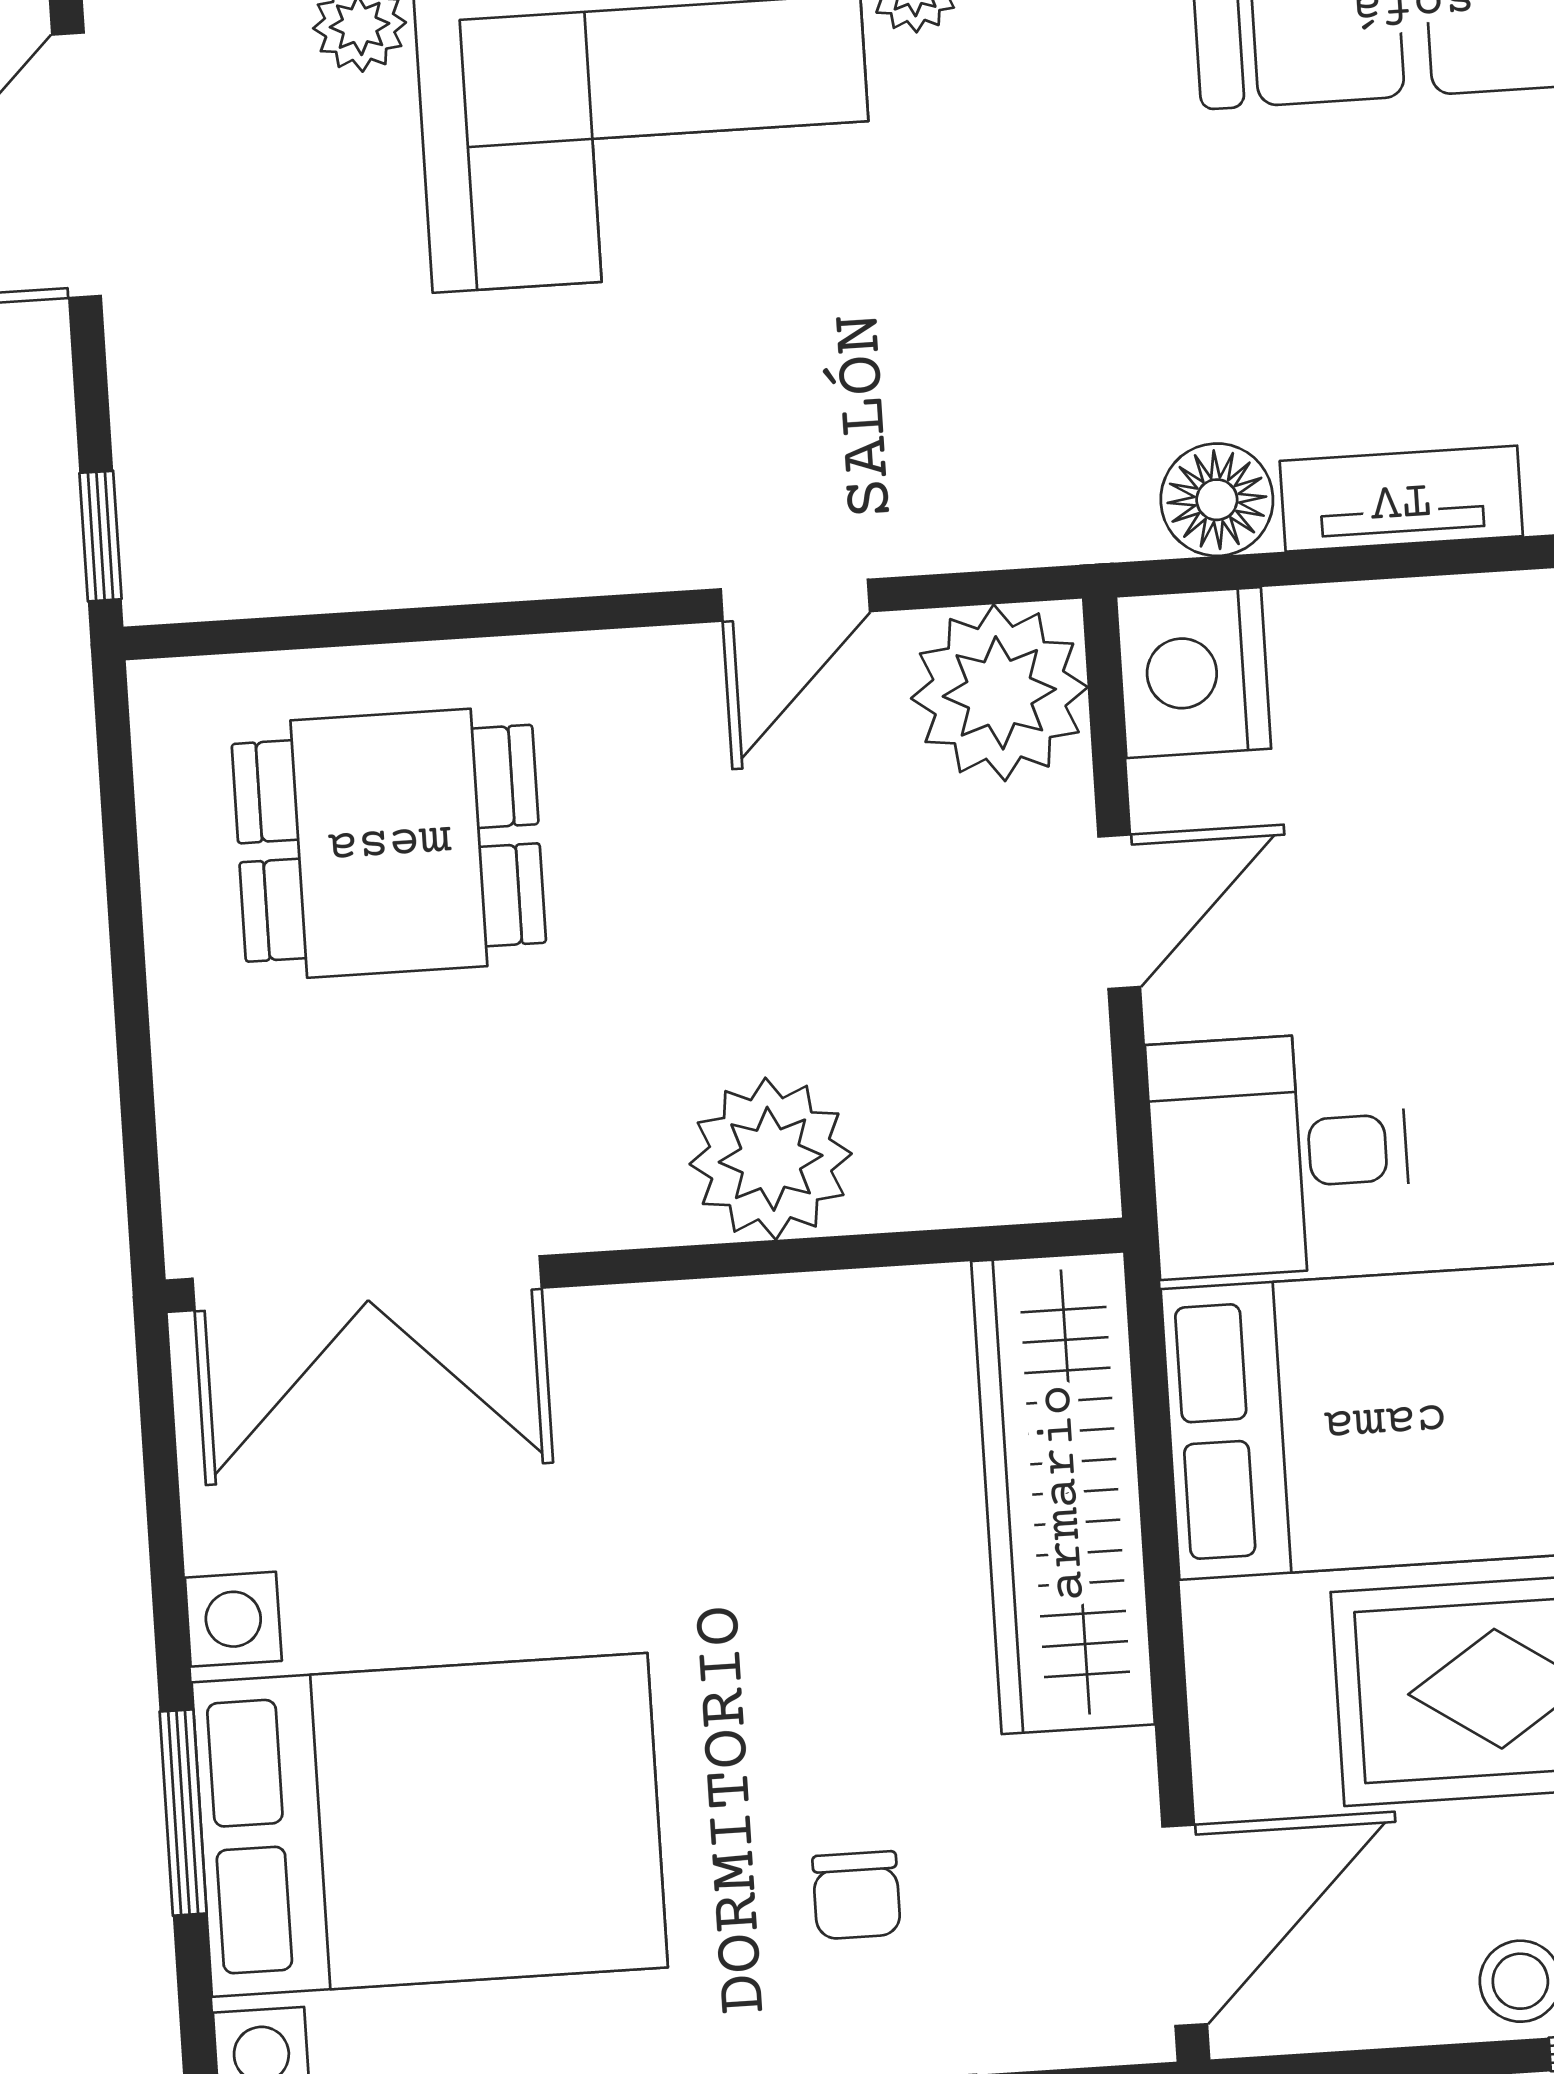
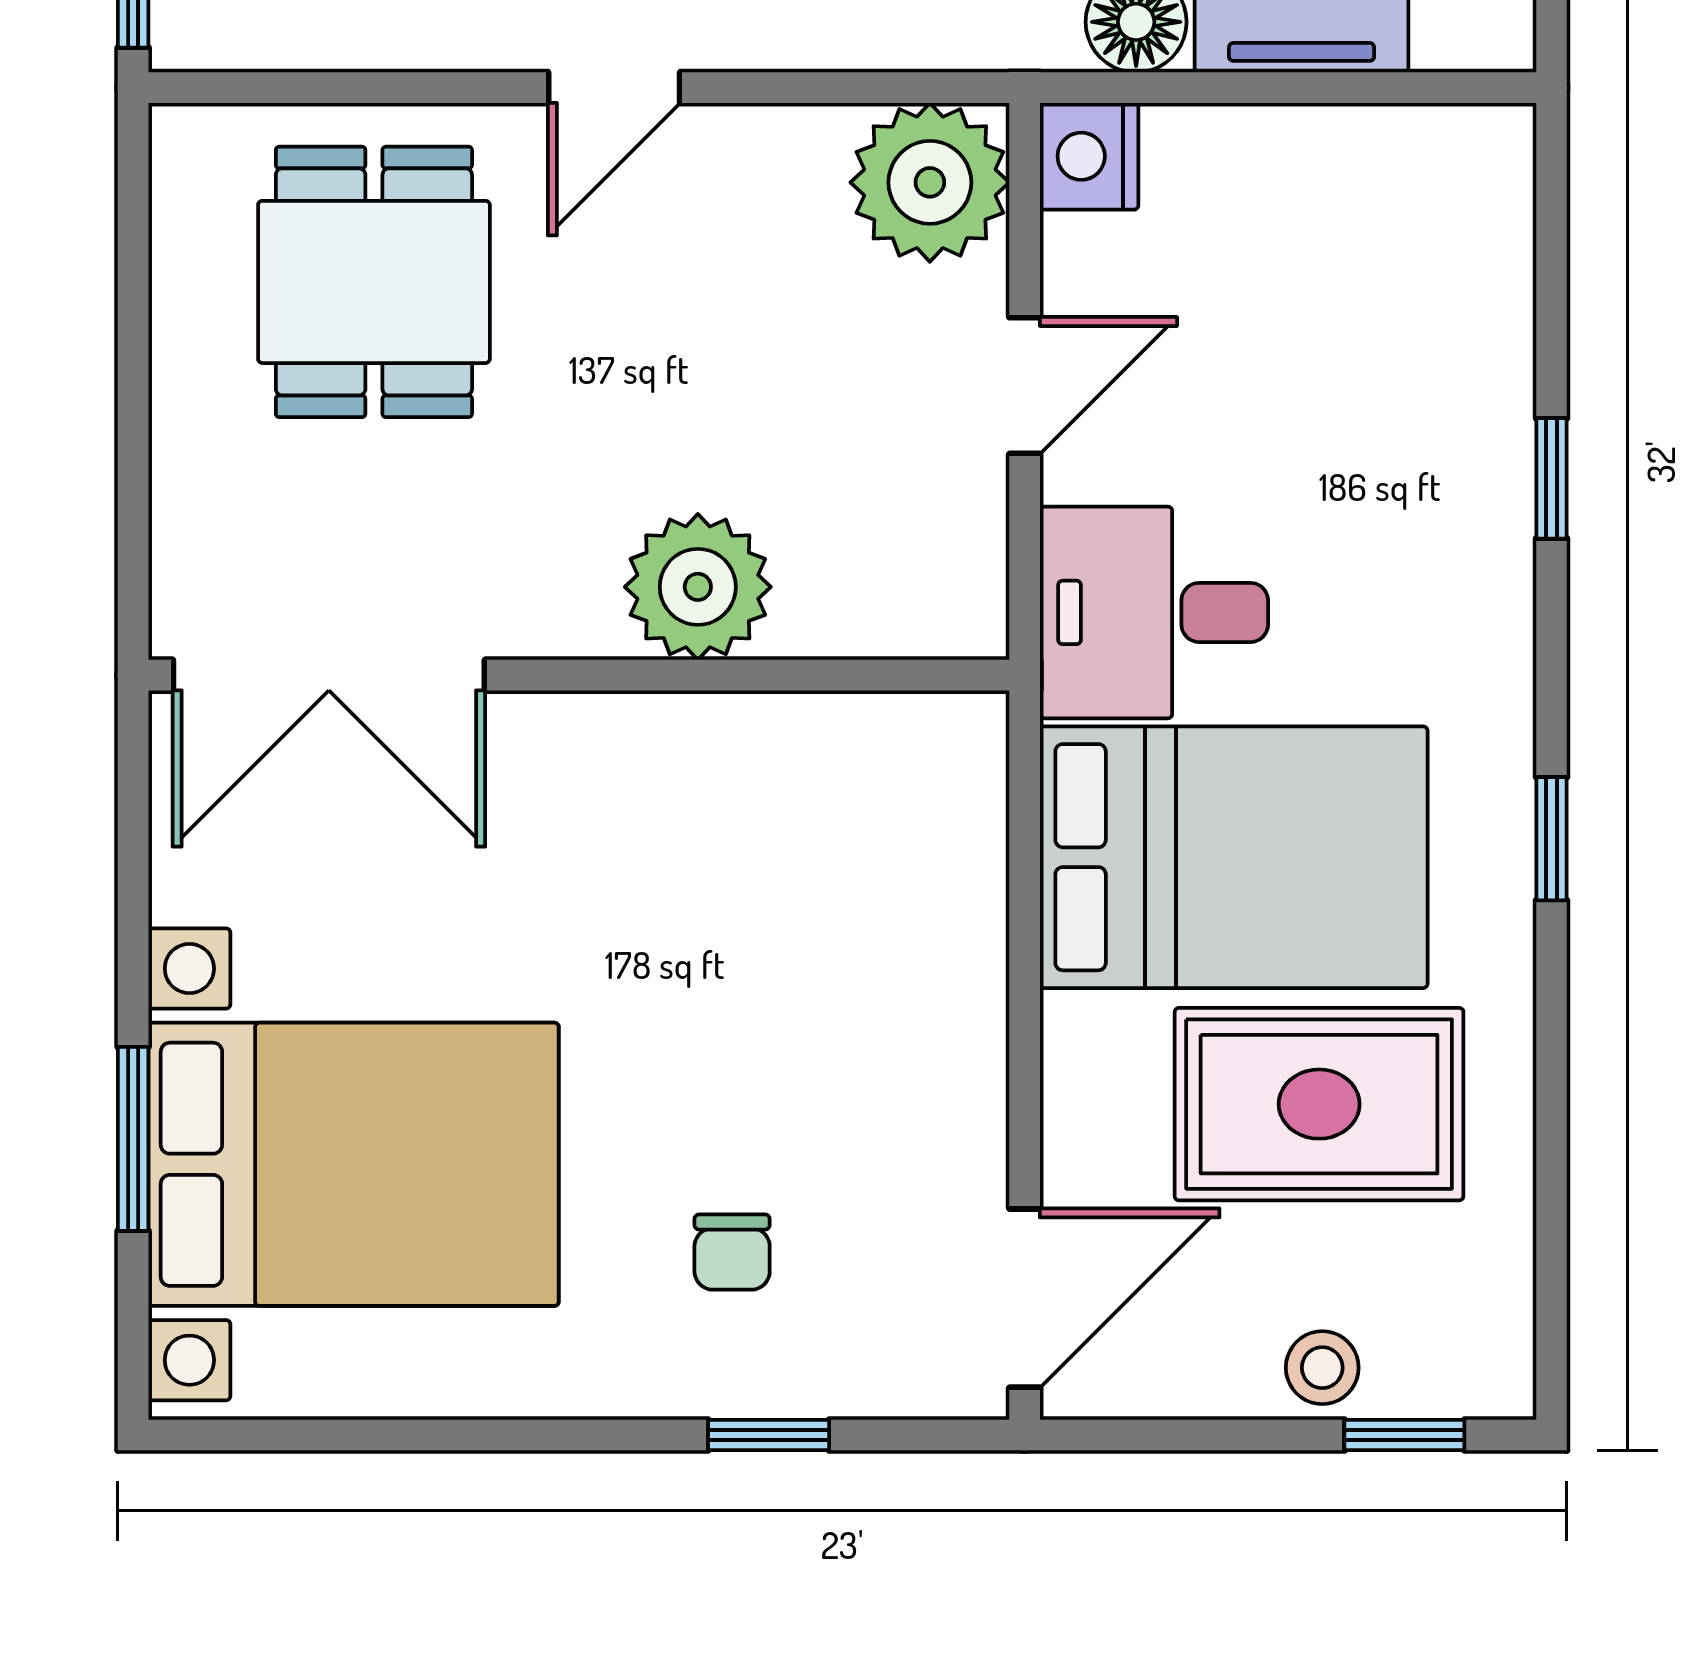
door: (795, 600) -> (614, 88), moved
nightstand: (1194, 673) -> (1089, 156), width x0.74, depth x0.75
dining table: (389, 843) -> (374, 282), turned 90
wardrobe: (1063, 1493) -> (941, 903), removed

